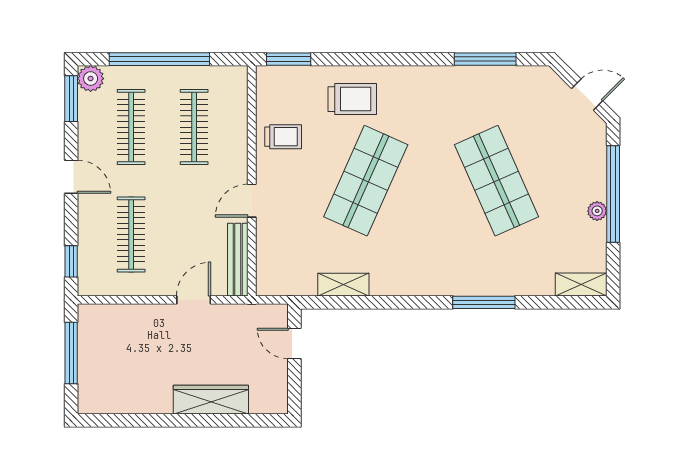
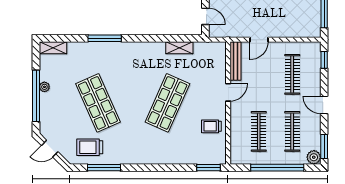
trolley: (352, 99) -> (90, 147), moved

